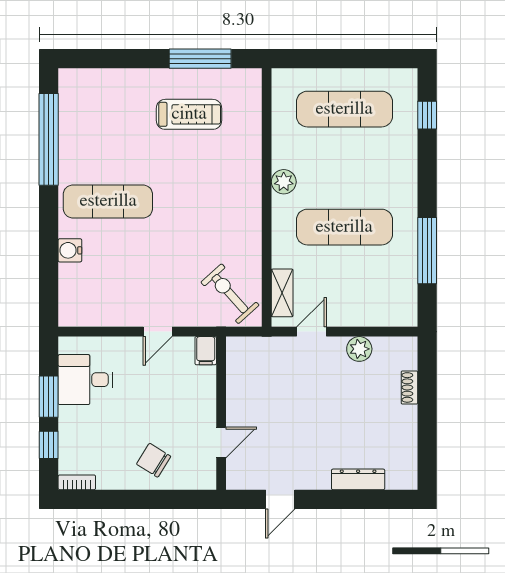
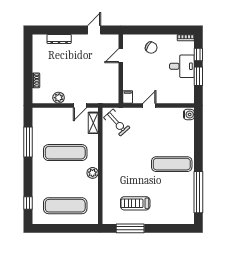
water cooler: (70, 250) -> (189, 114), moved
desk: (85, 380) -> (182, 66), moved

